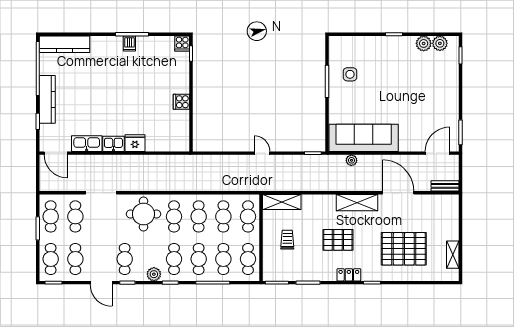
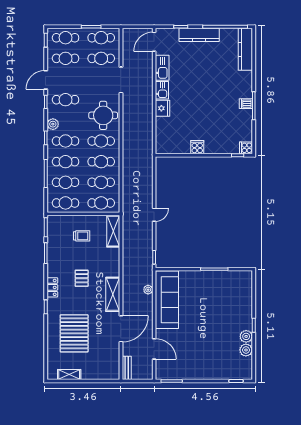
plant: (440, 43) -> (246, 336), moved
side table: (350, 74) -> (220, 288), removed
door: (438, 153) -> (154, 349), moved
pallet: (338, 240) -> (82, 278), width x0.67, depth x0.71

